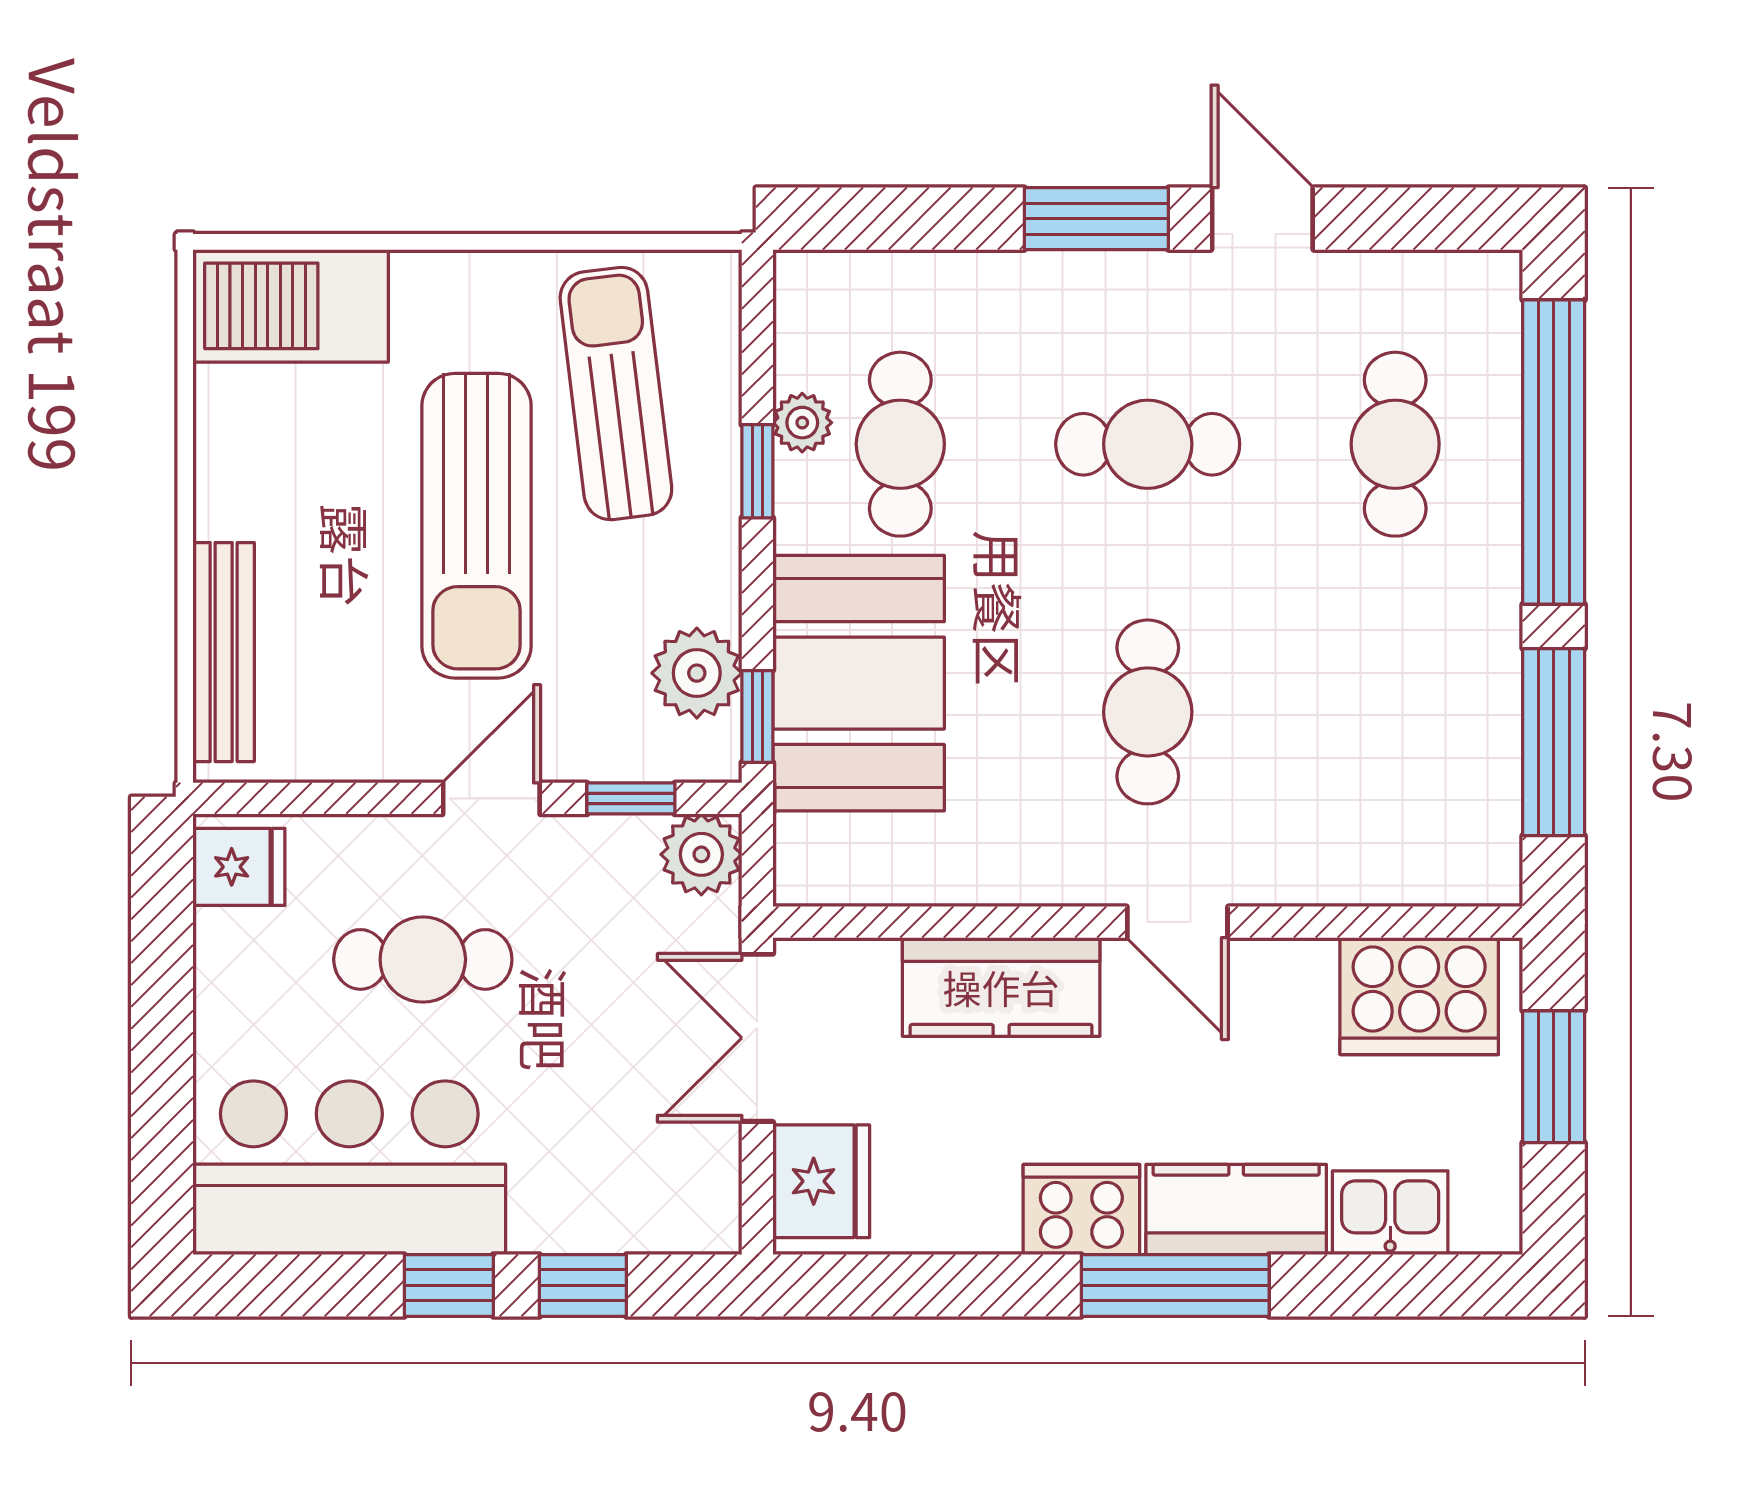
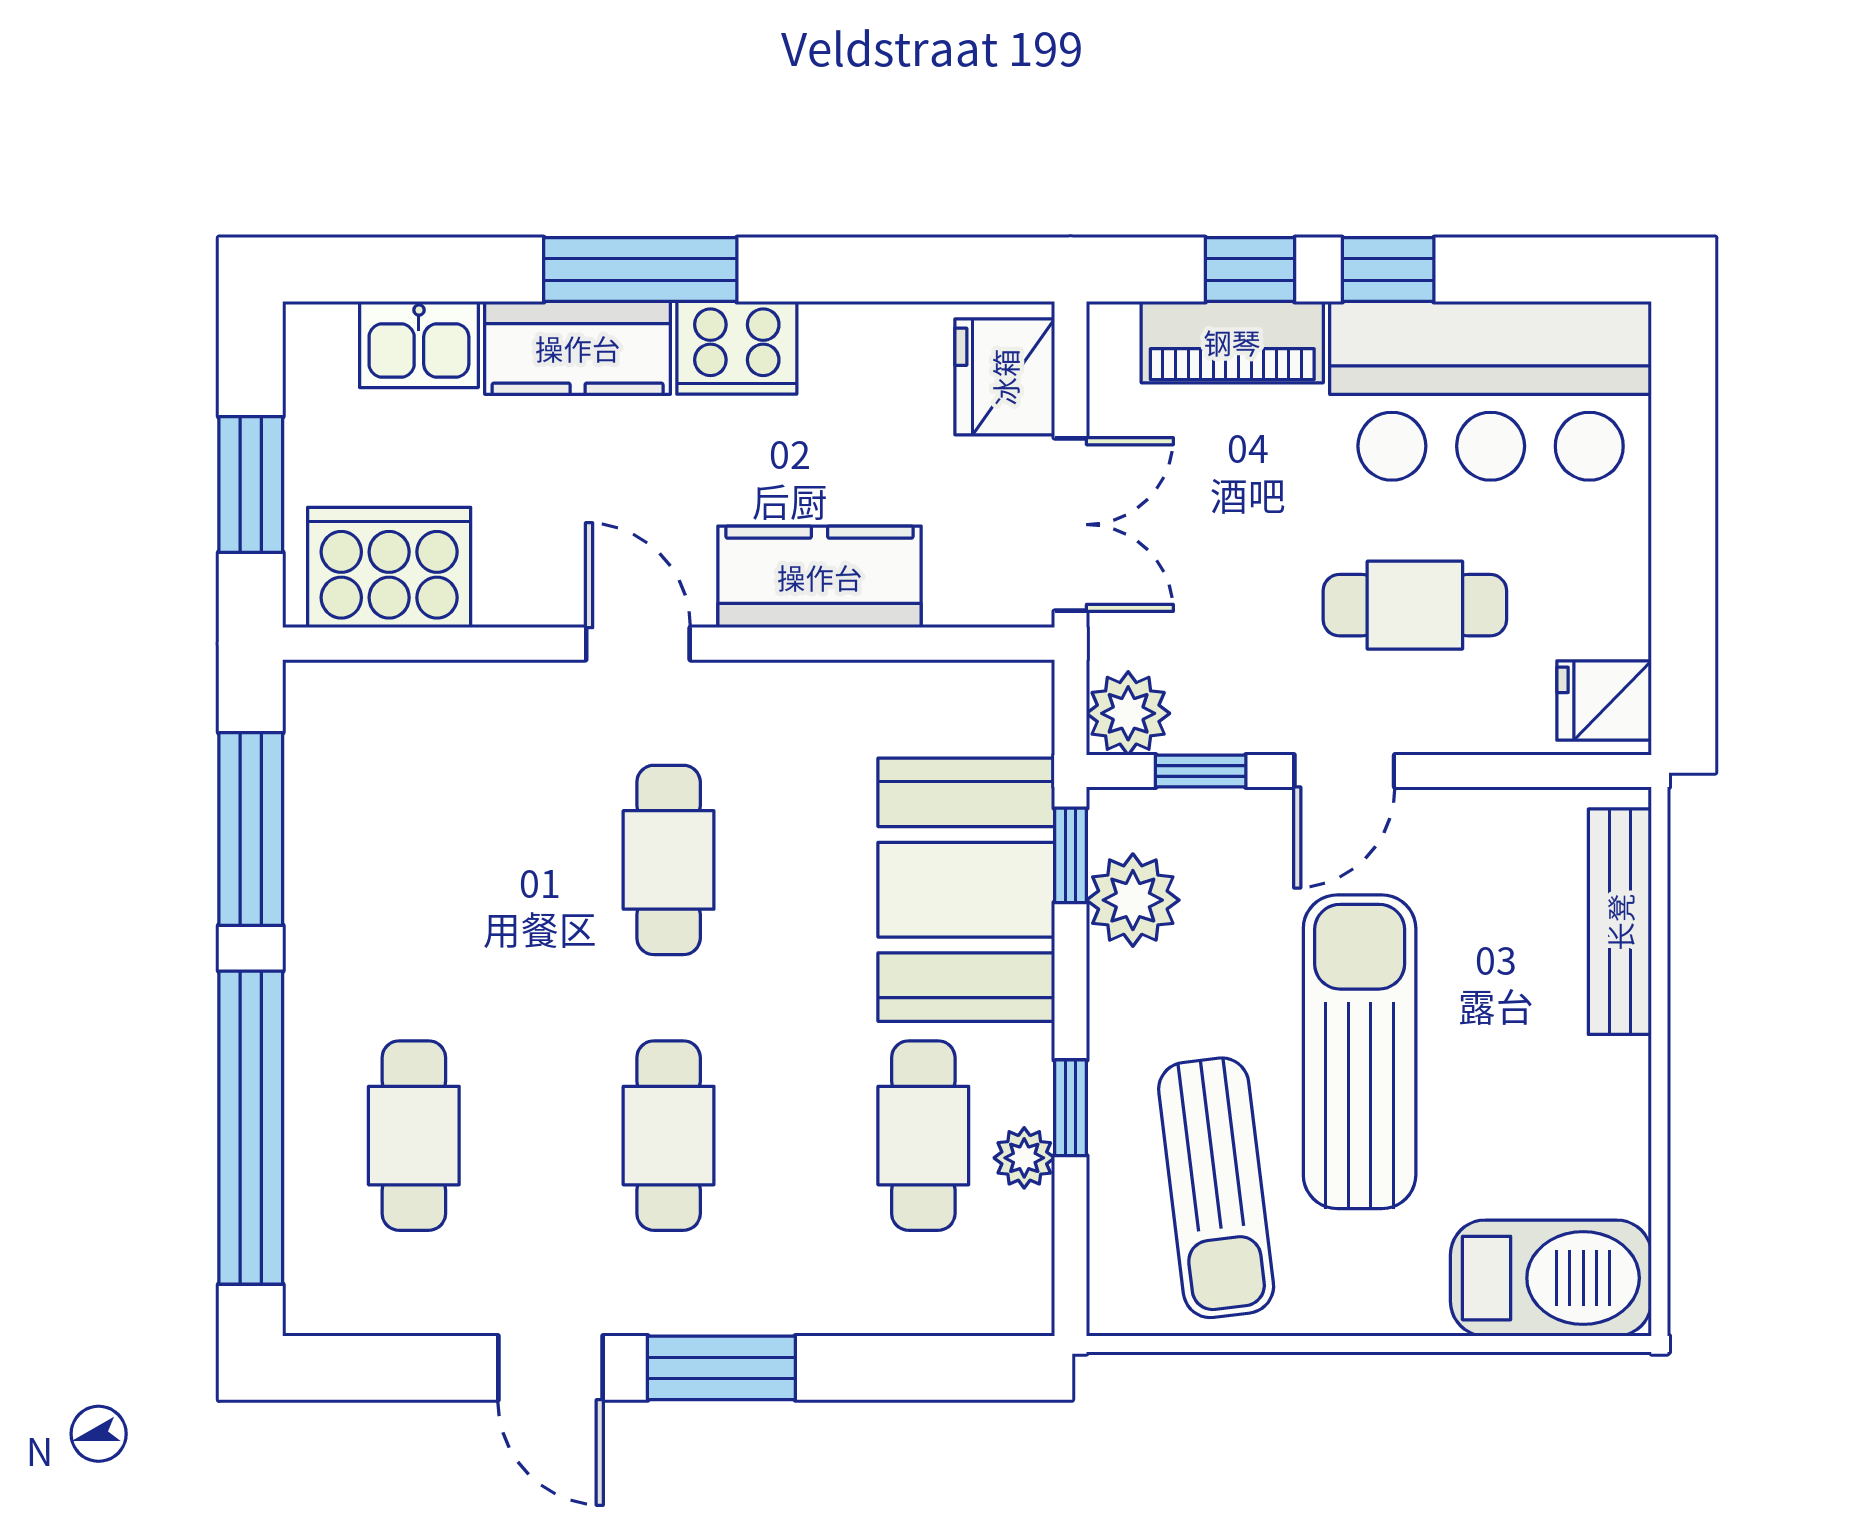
cafe table: (1148, 444) -> (669, 1136), turned 90
piano: (600, 1215) -> (1232, 342), added

